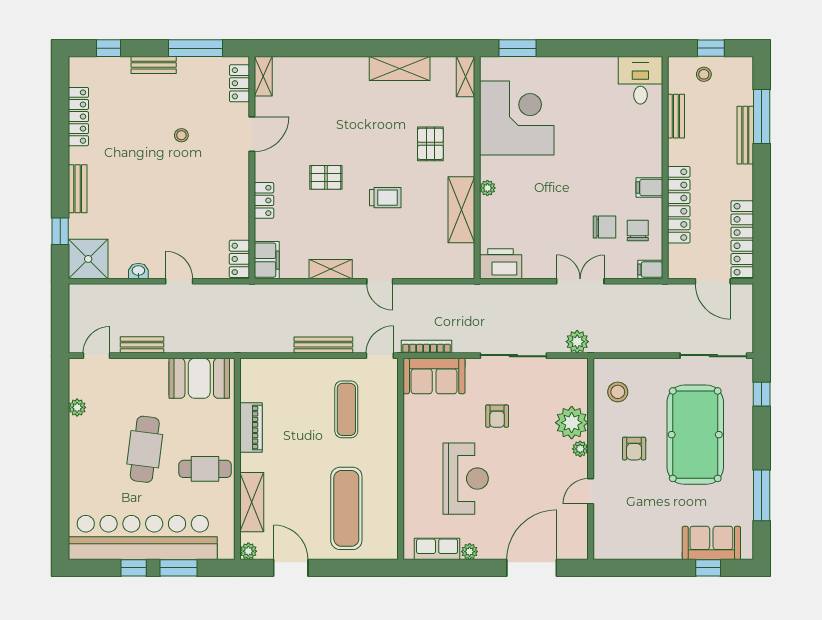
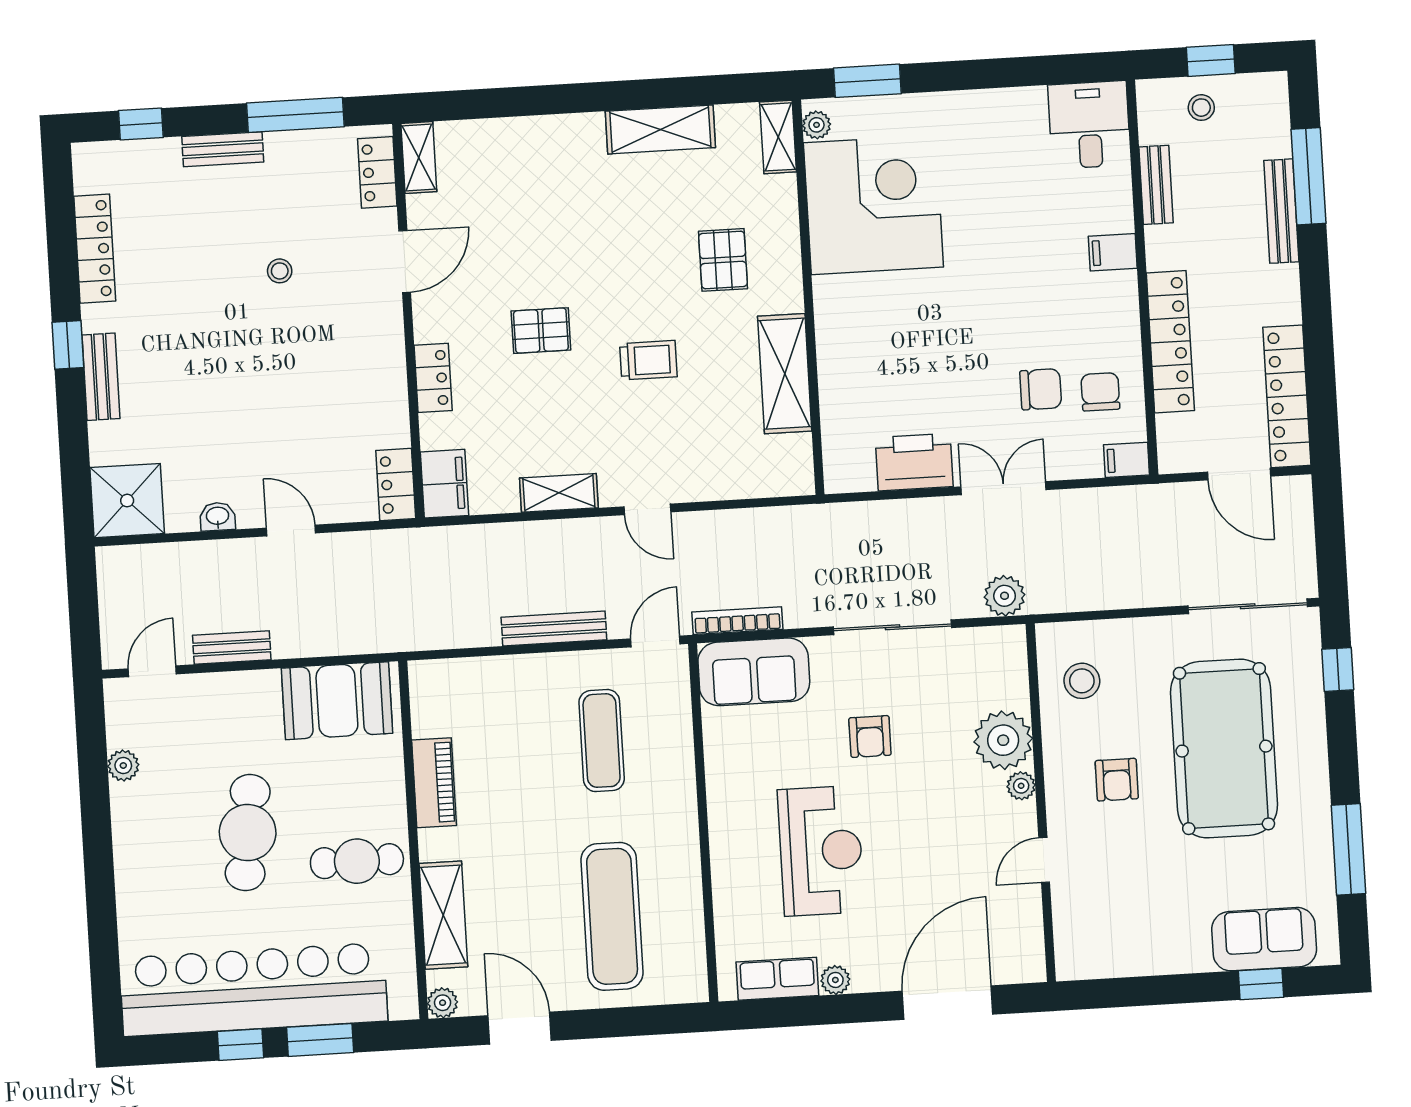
filing cabinet: (649, 187) -> (1113, 252), moved
plant: (487, 188) -> (817, 125), moved
window: (60, 231) -> (68, 345), moved
printer: (501, 264) -> (914, 462), moved

